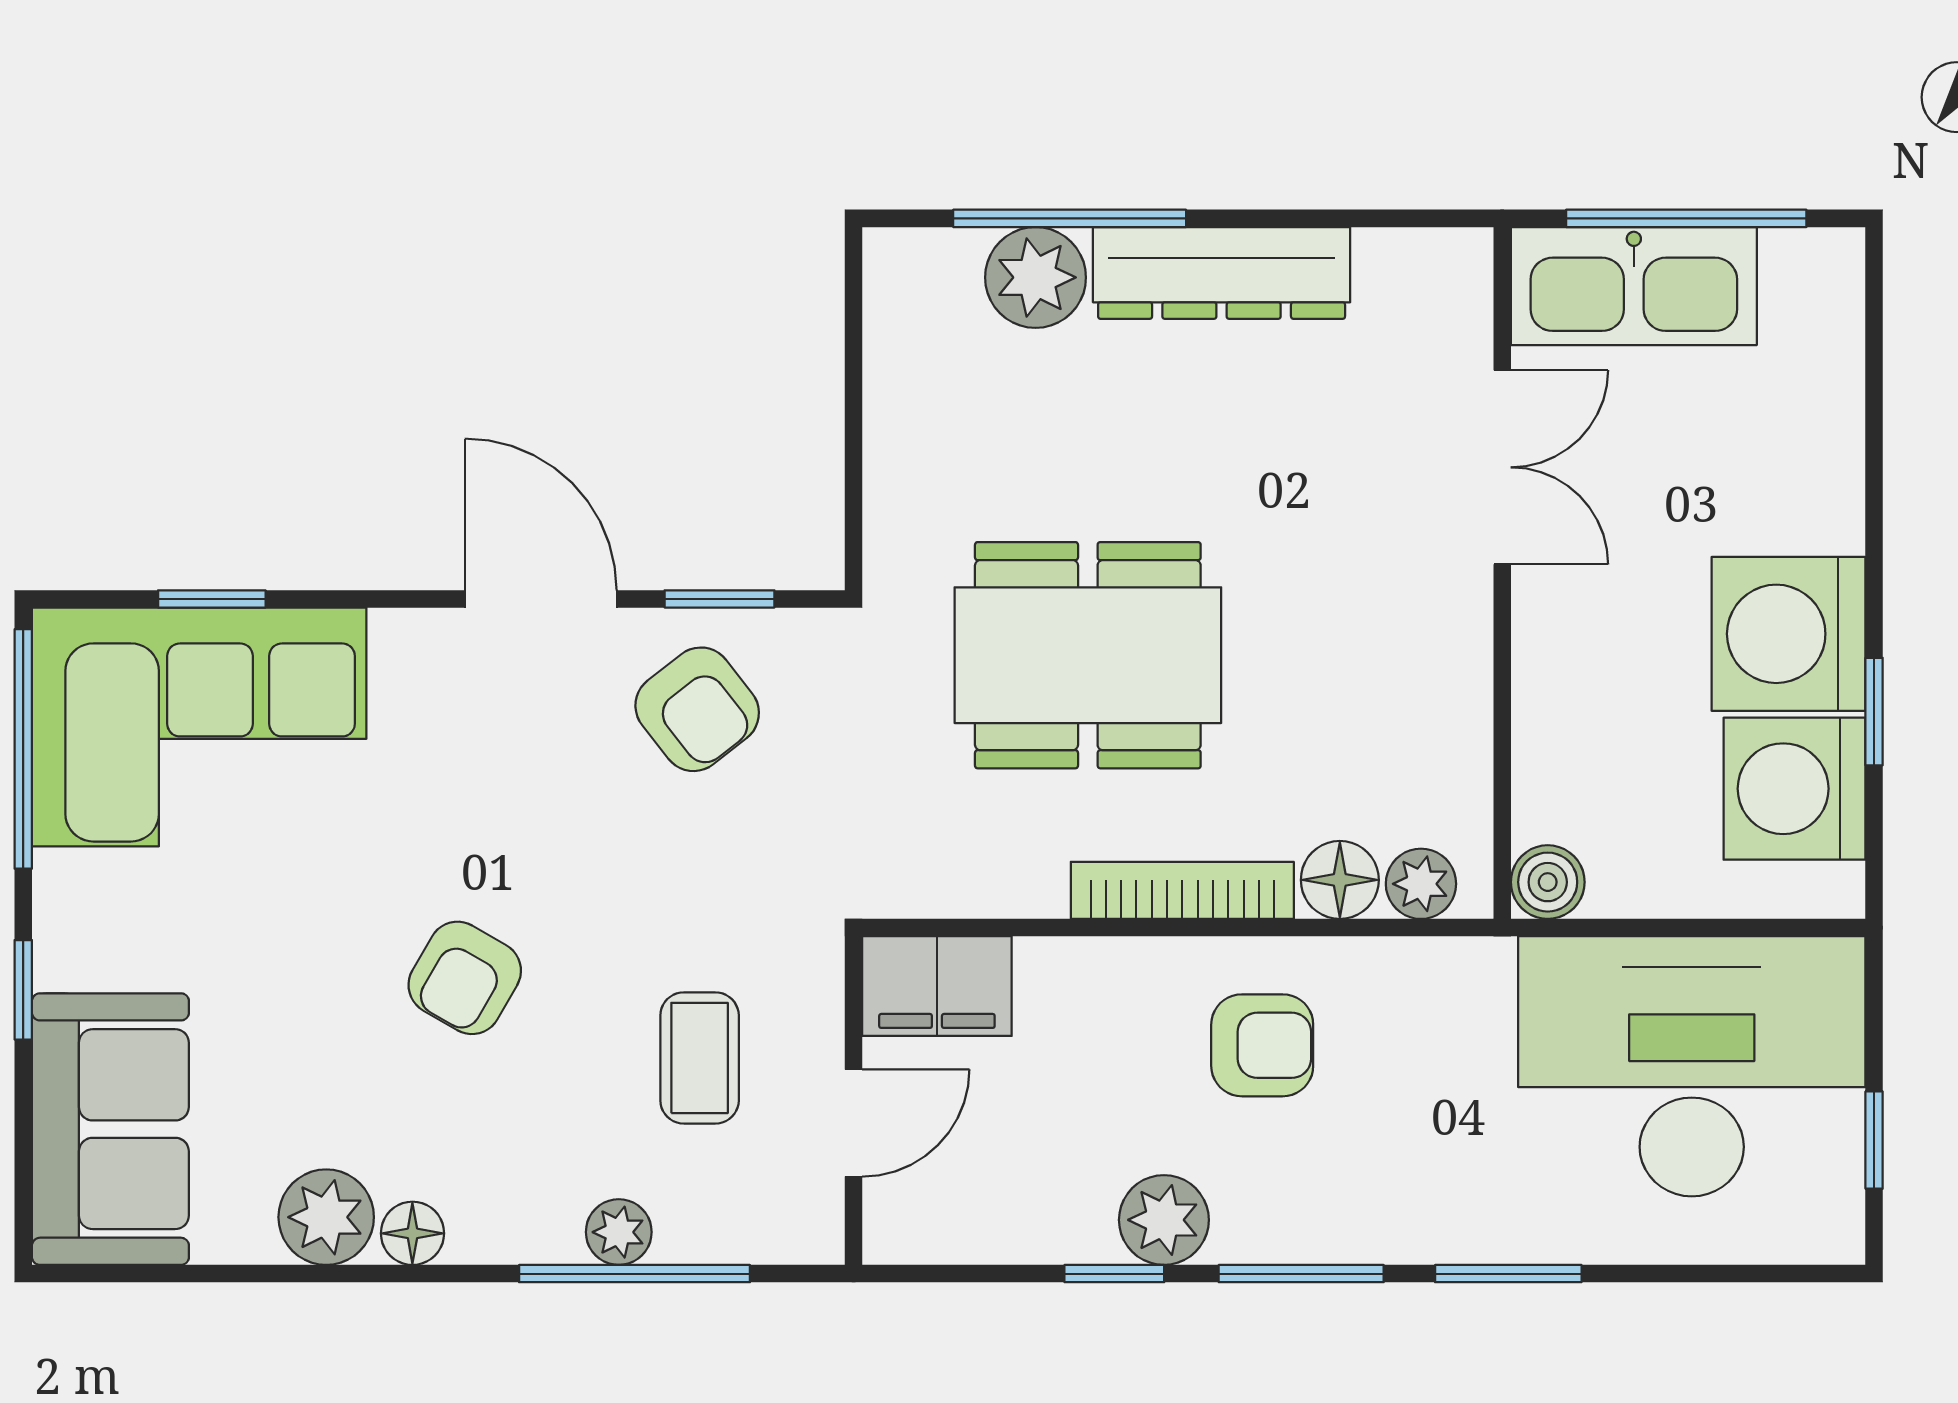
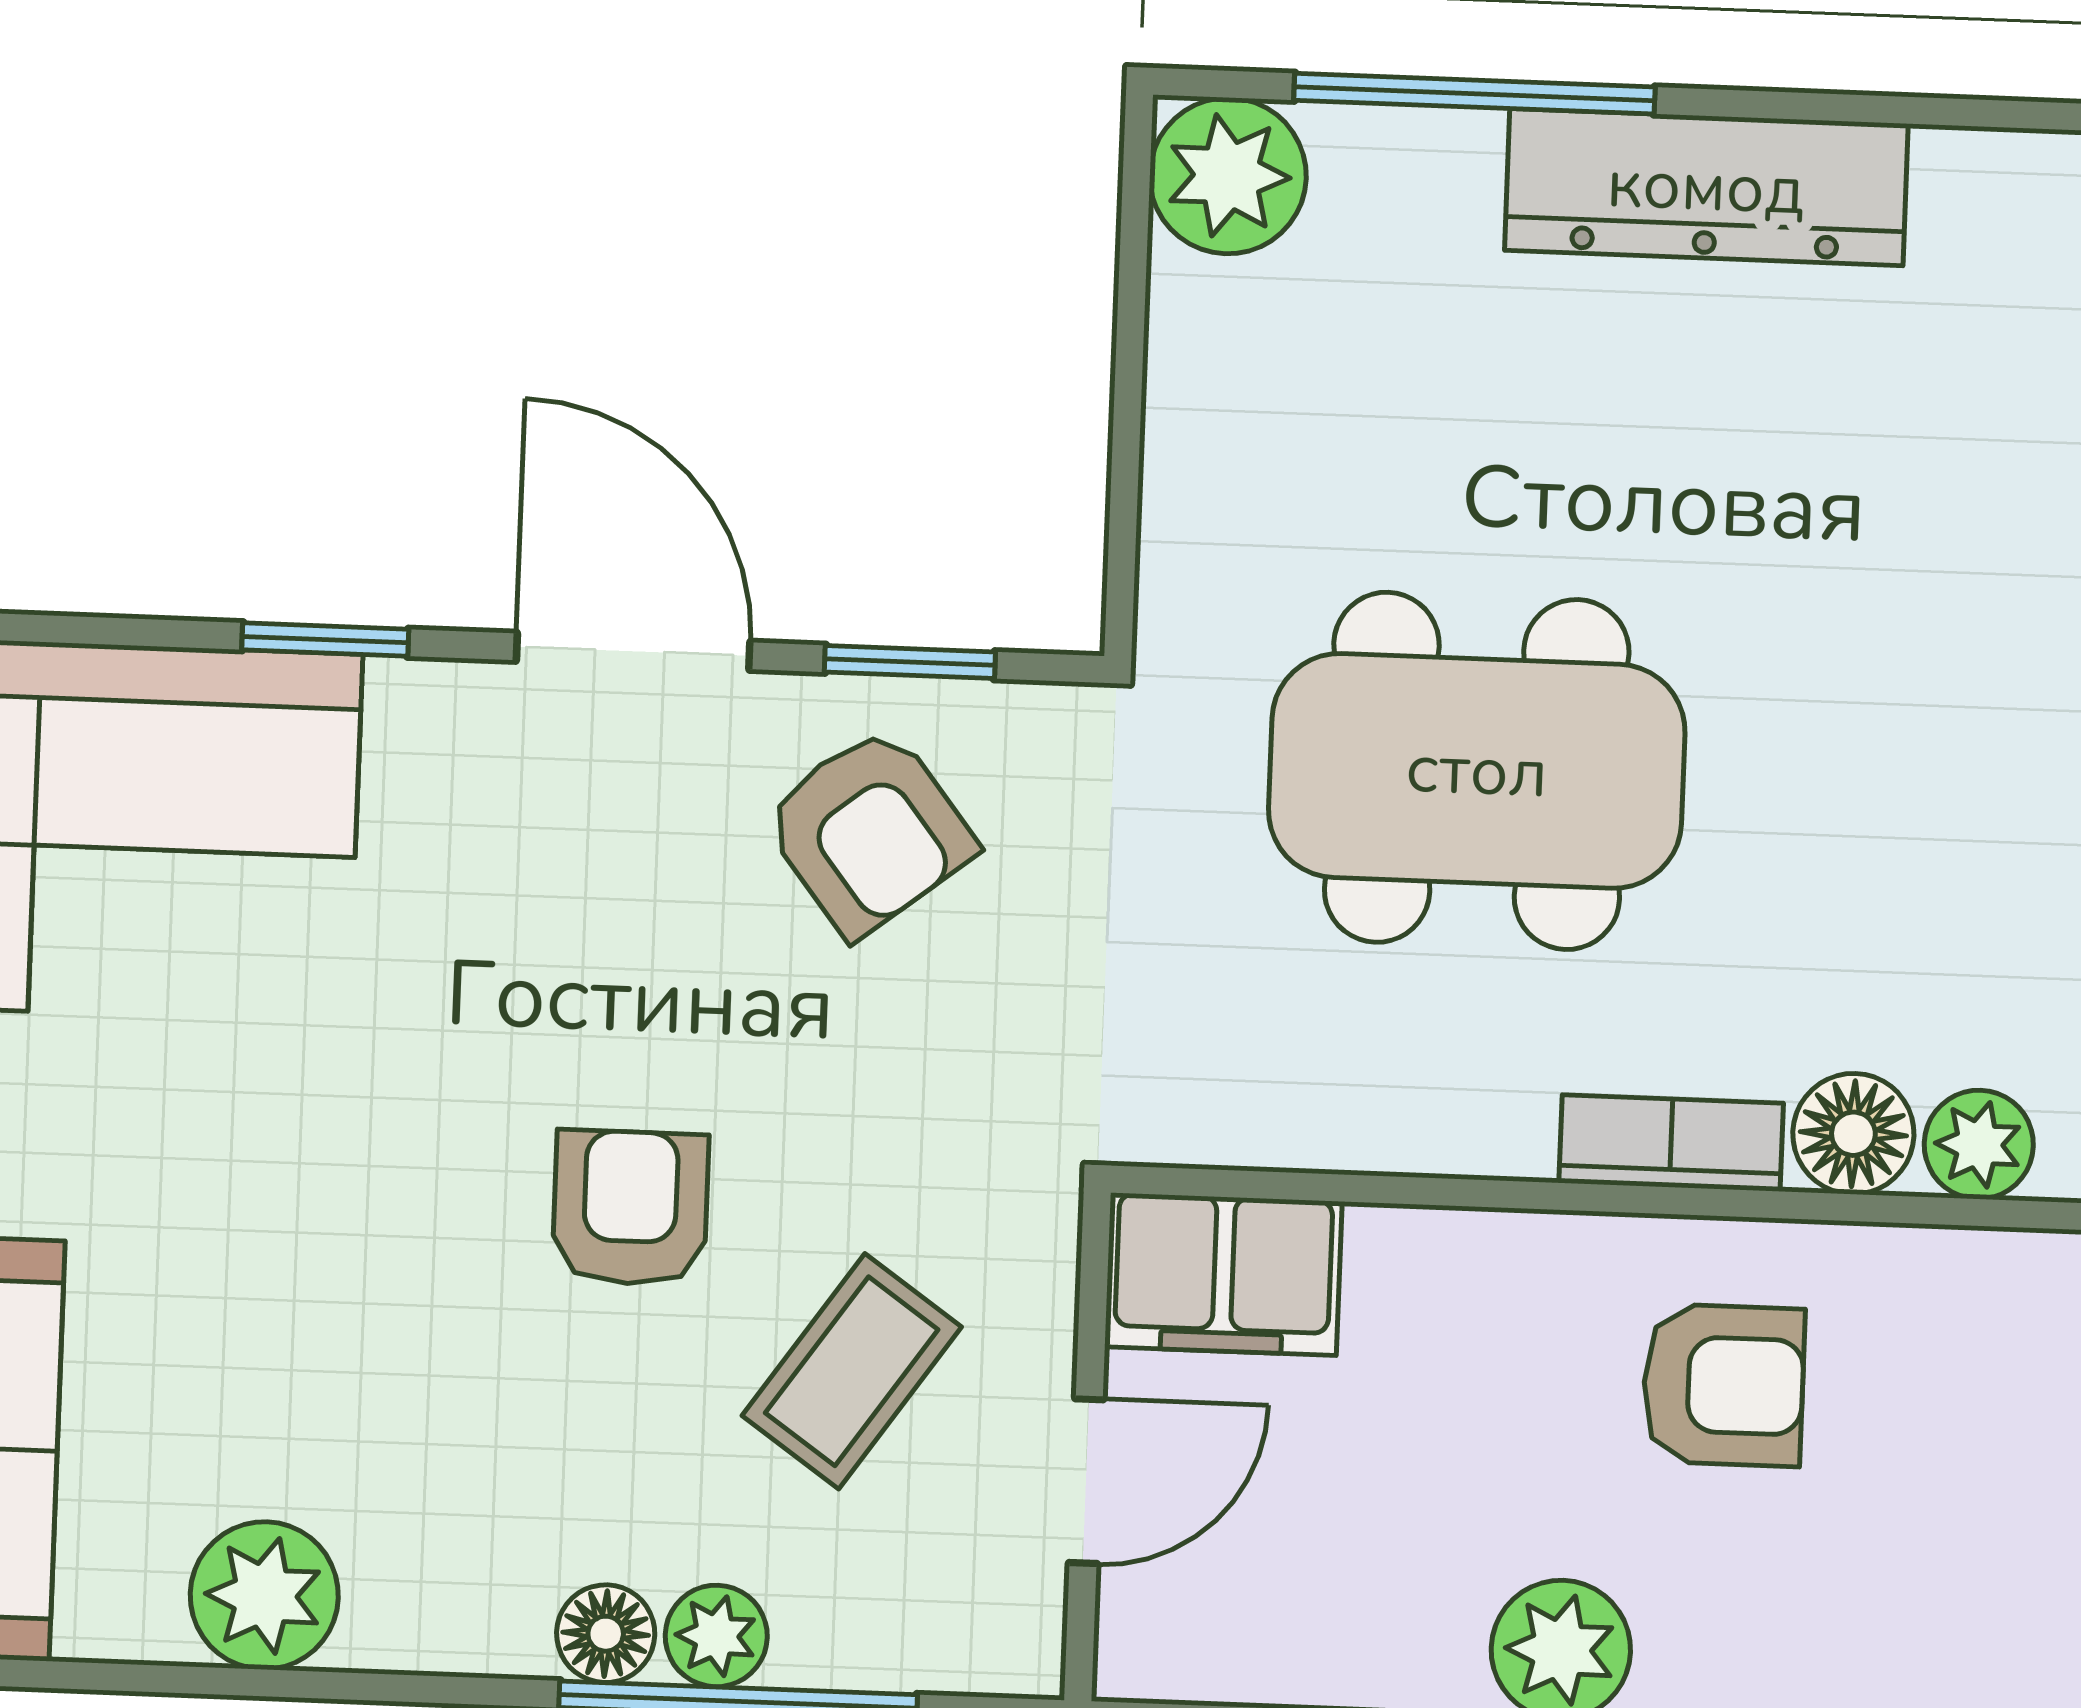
plant: (1036, 277) -> (1228, 176), moved
window: (212, 599) -> (325, 639), moved
bookcase: (1182, 890) -> (1671, 1143), width x0.64
armchair: (465, 978) -> (630, 1208), moved, turned 150
coffee table: (700, 1058) -> (852, 1371), turned 35
floor lamp: (412, 1233) -> (606, 1634), moved

